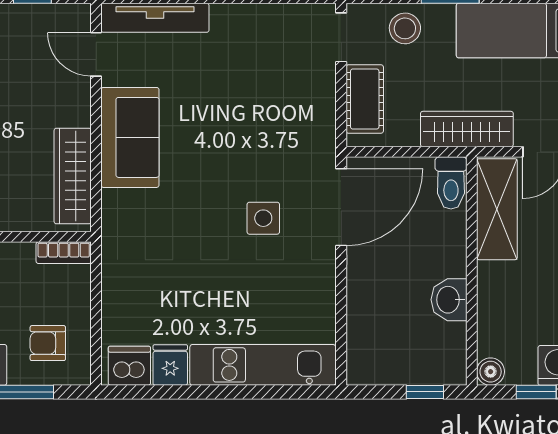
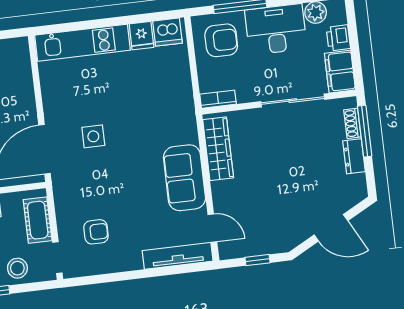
armchair: (277, 70) -> (96, 232), added
armchair: (48, 343) -> (221, 40), width x1.38, depth x1.38

